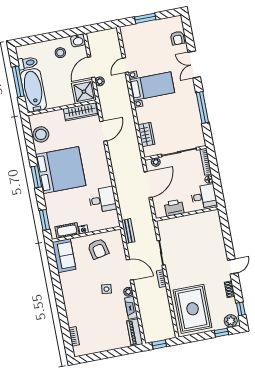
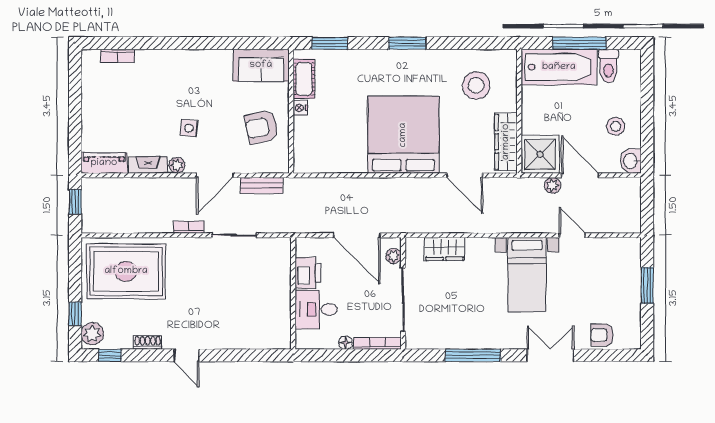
stool: (41, 134) -> (476, 85), moved
bed: (61, 170) -> (403, 135), moved, turned 180
desk: (204, 196) -> (316, 309), moved, turned 90
desk: (103, 200) -> (345, 151), removed
bench: (128, 231) -> (262, 185), moved

